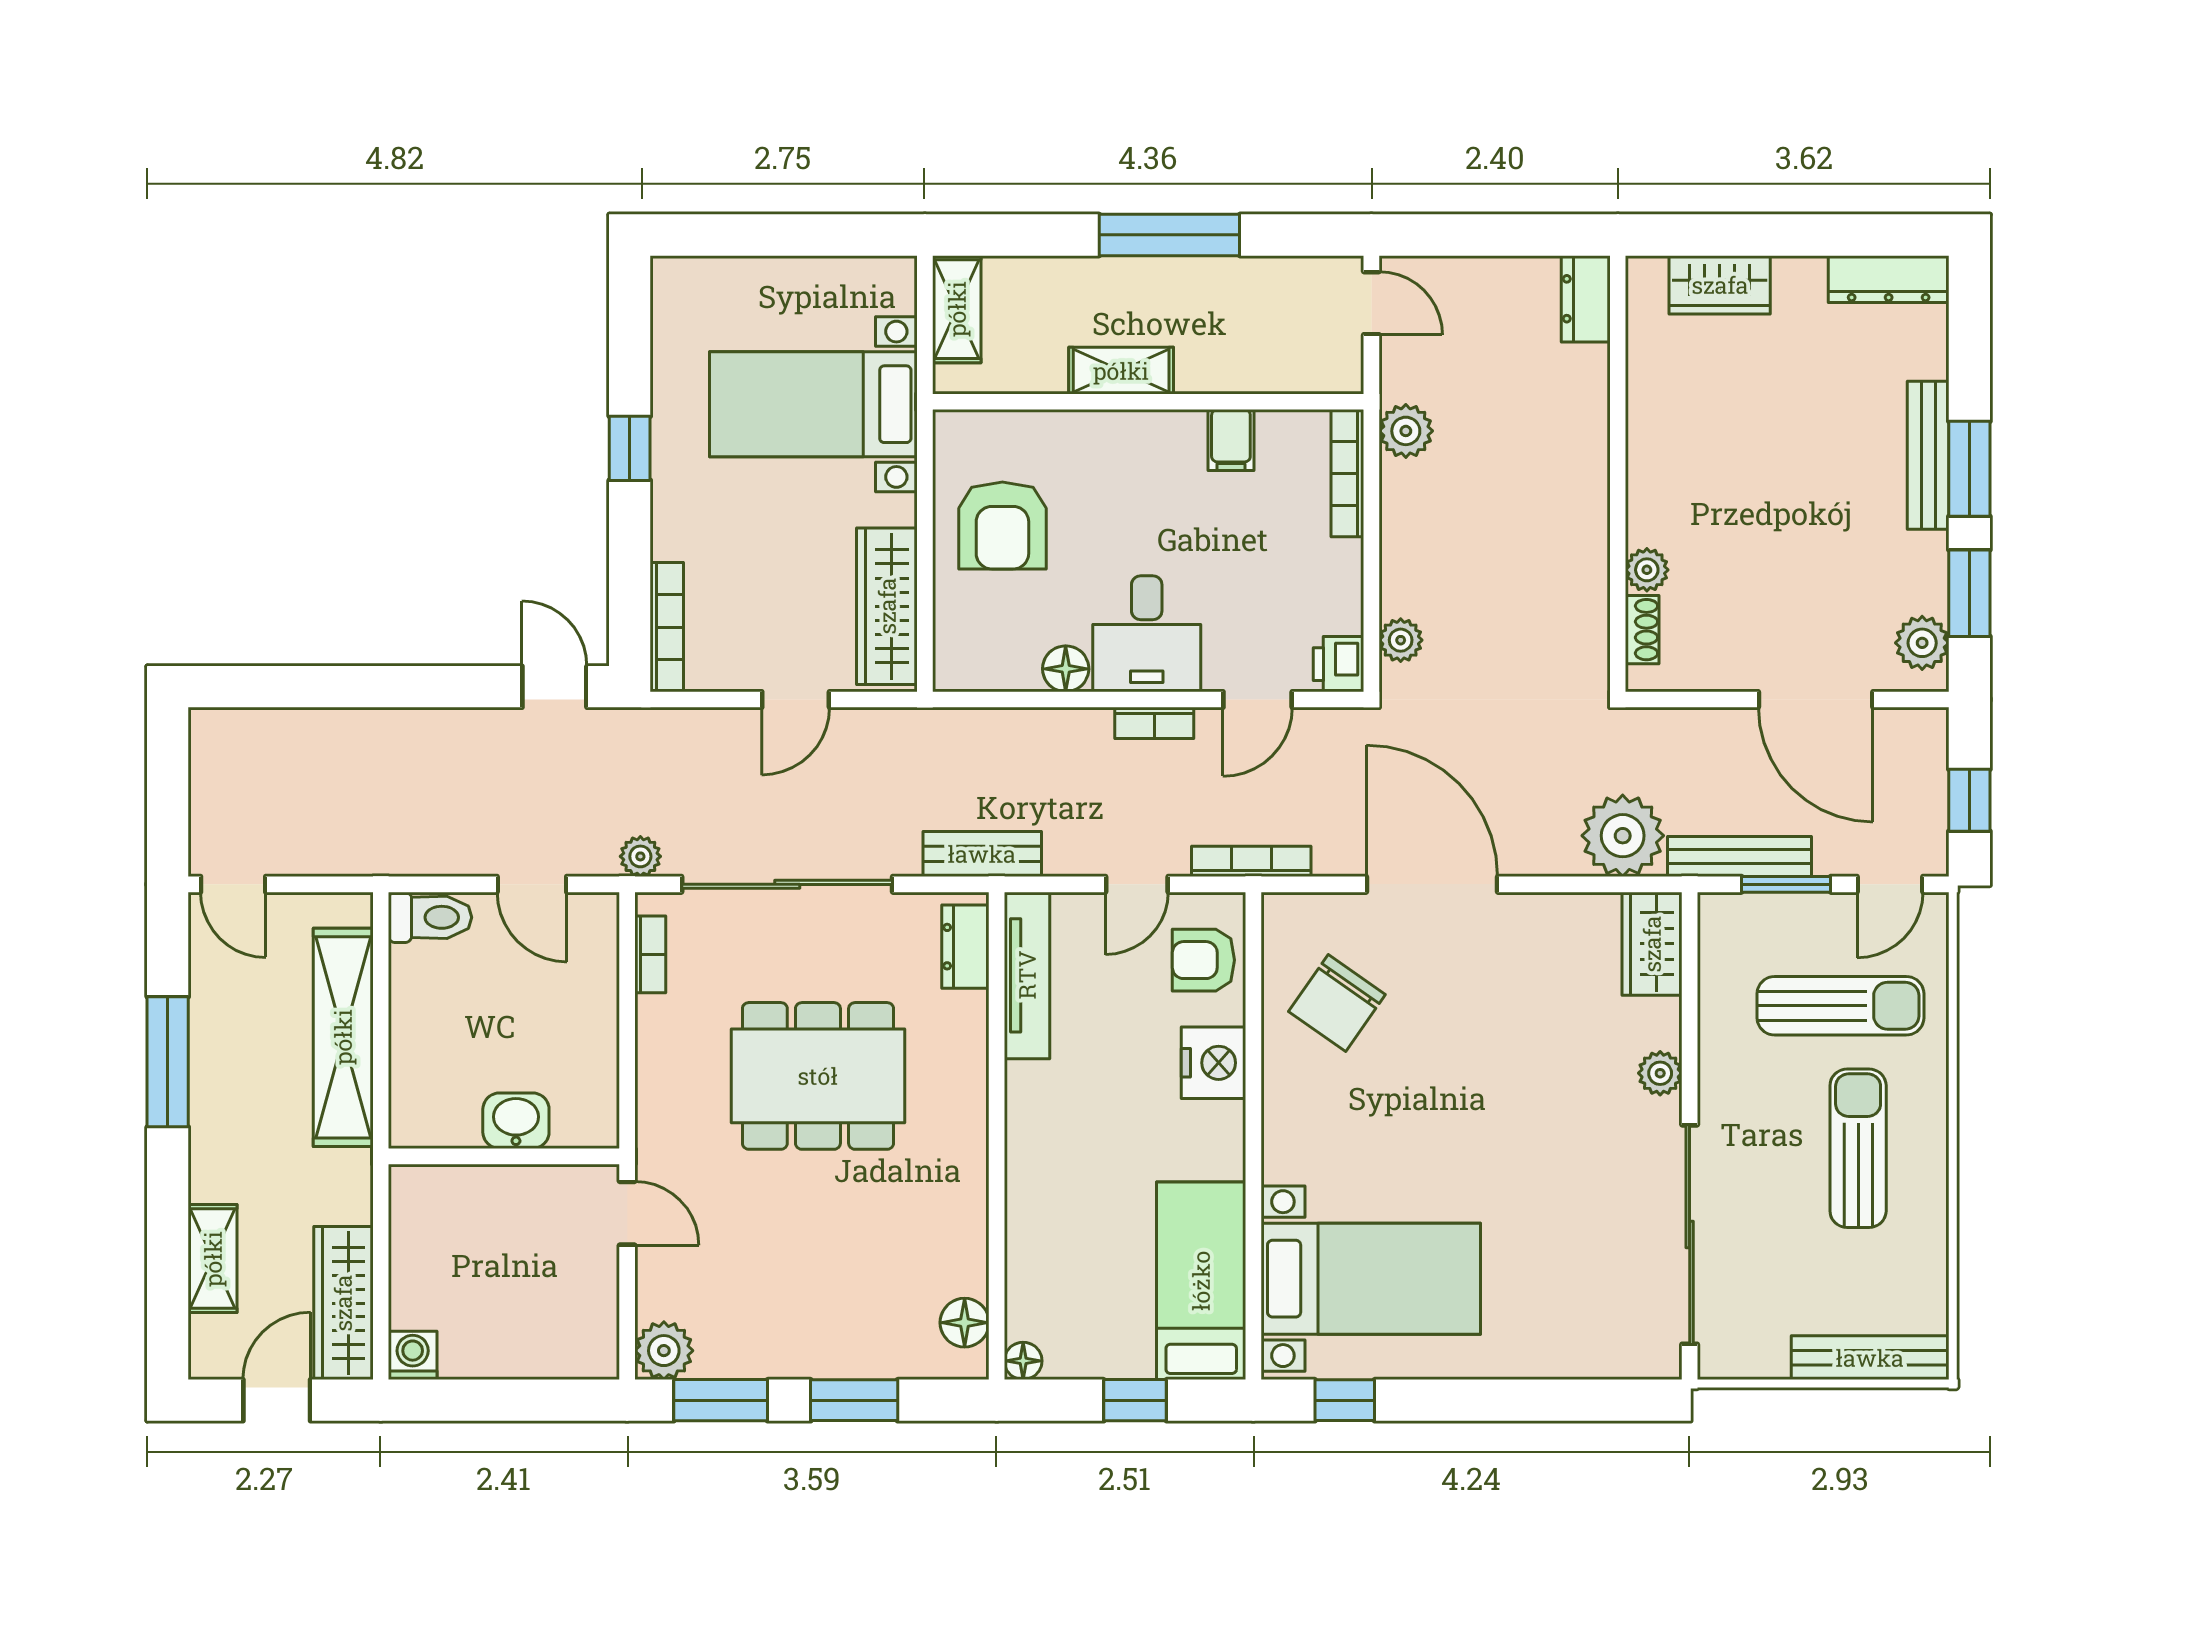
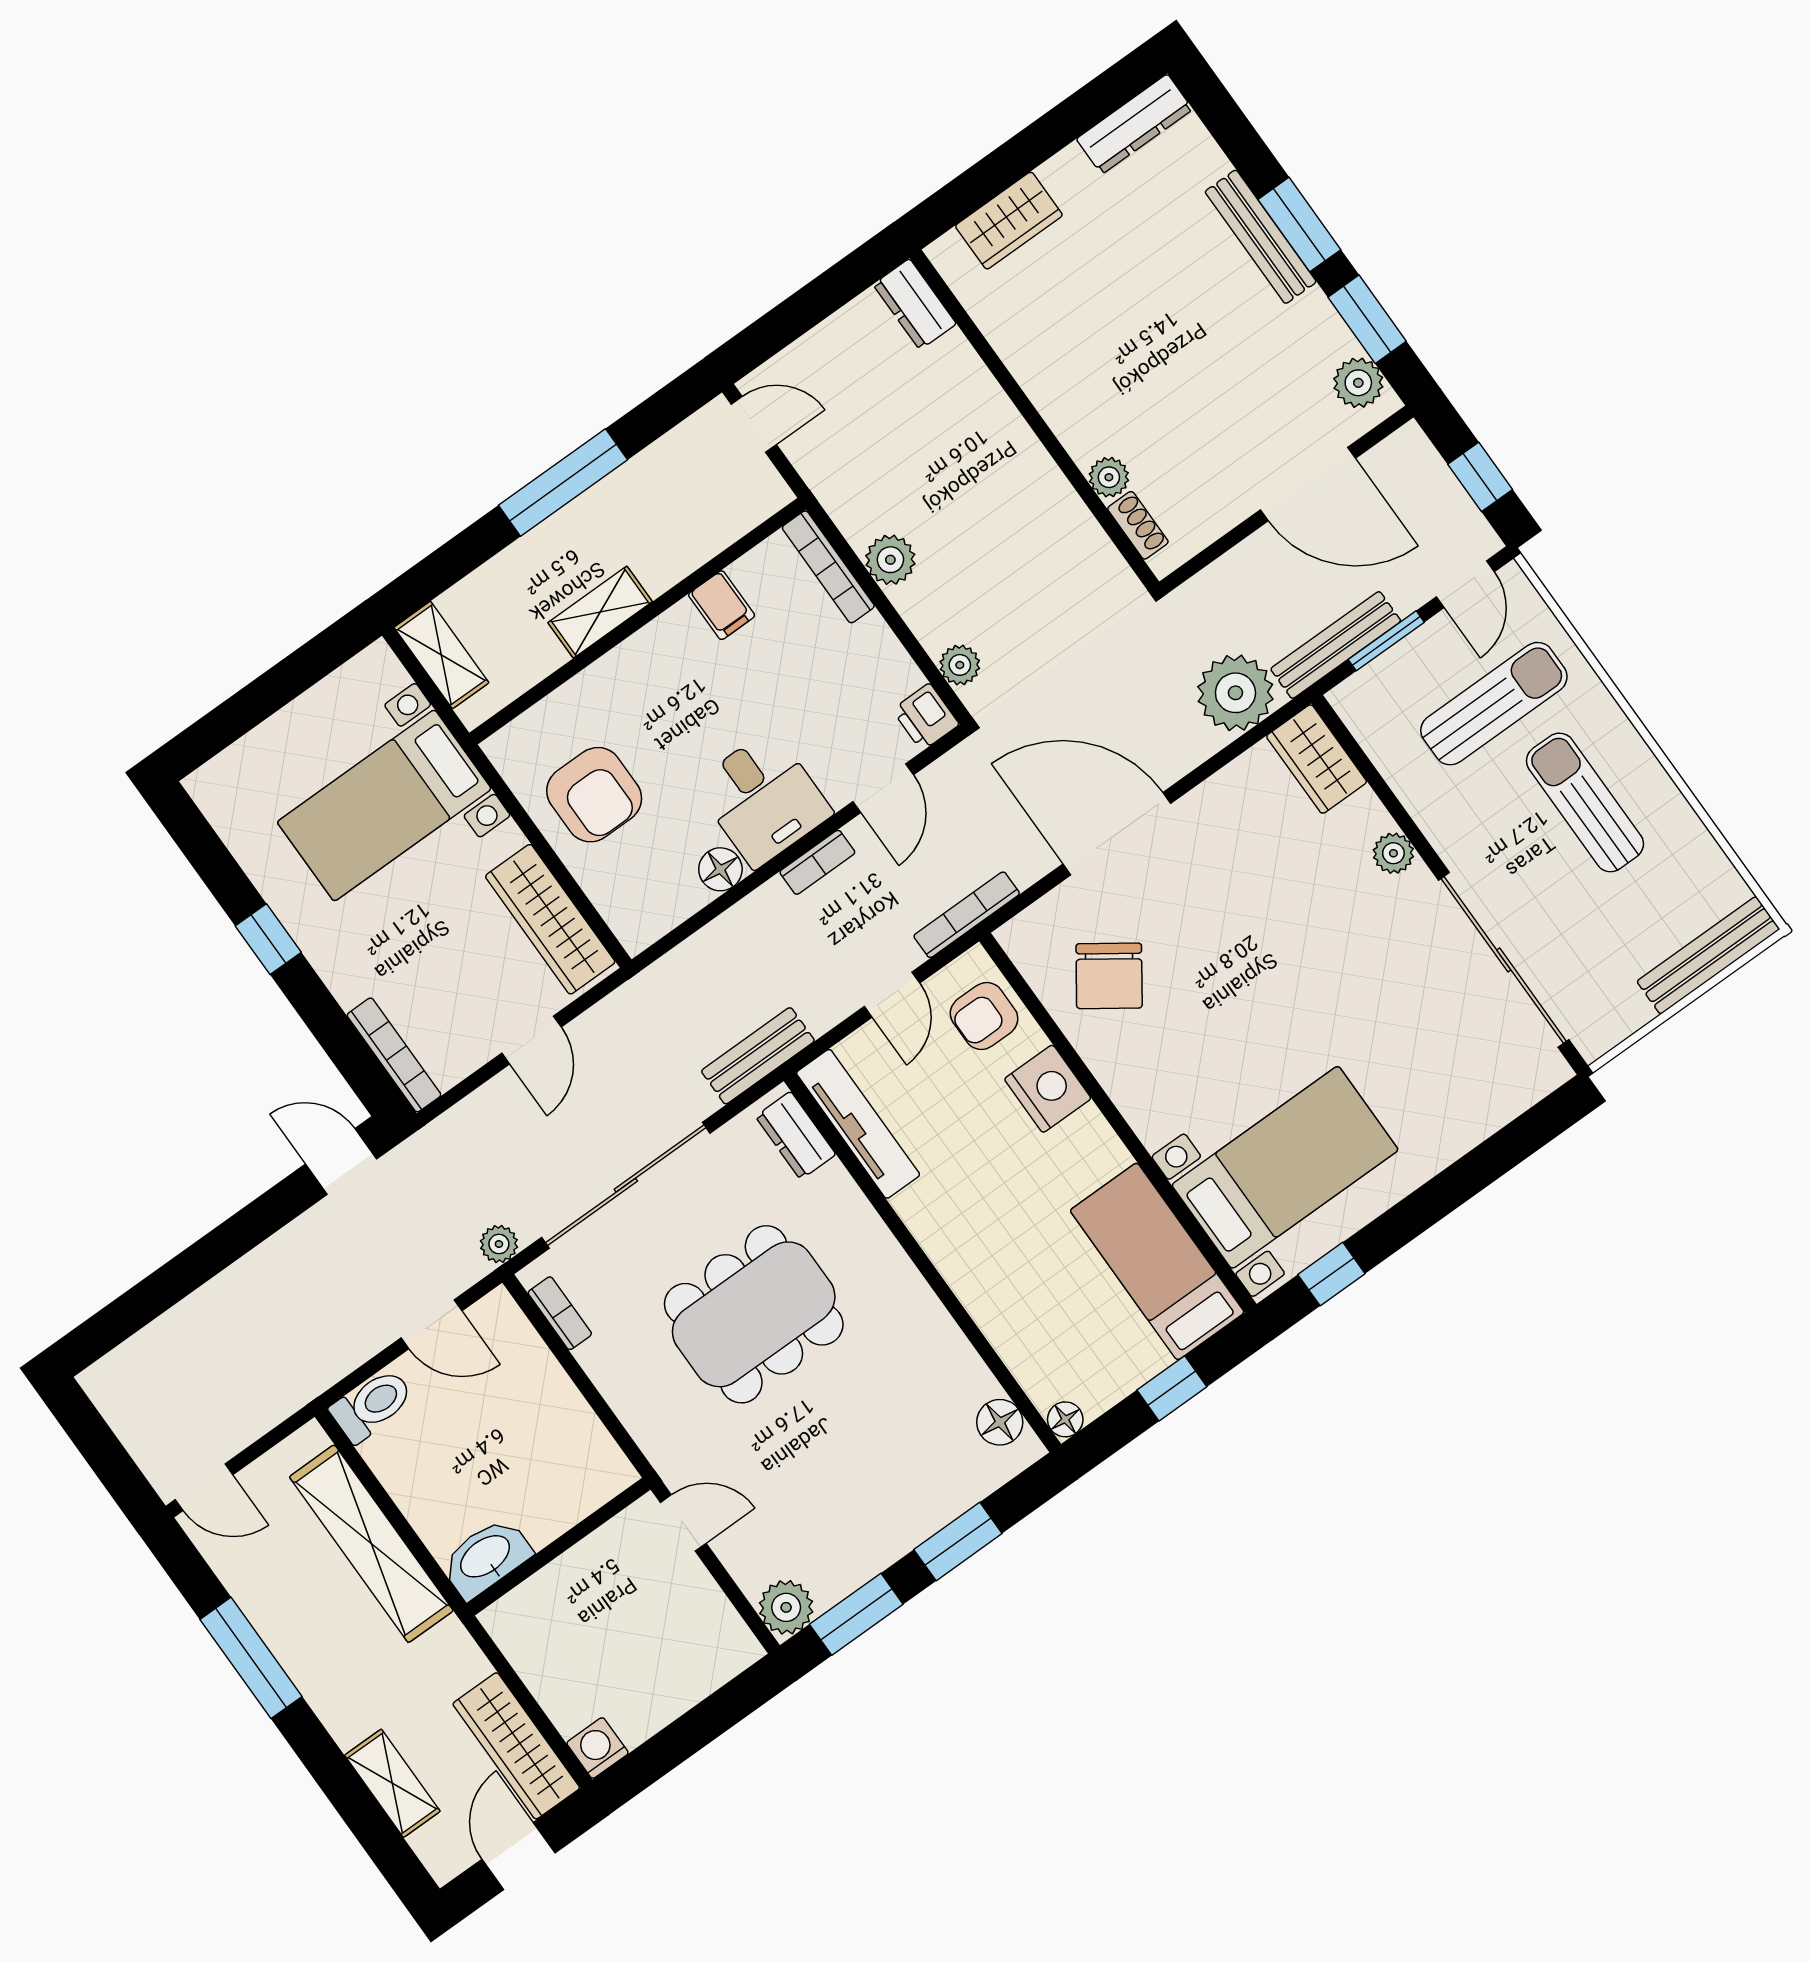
plant: (1406, 431) -> (890, 560), moved
washbasin: (516, 1121) -> (486, 1558), moved, width x1.38

